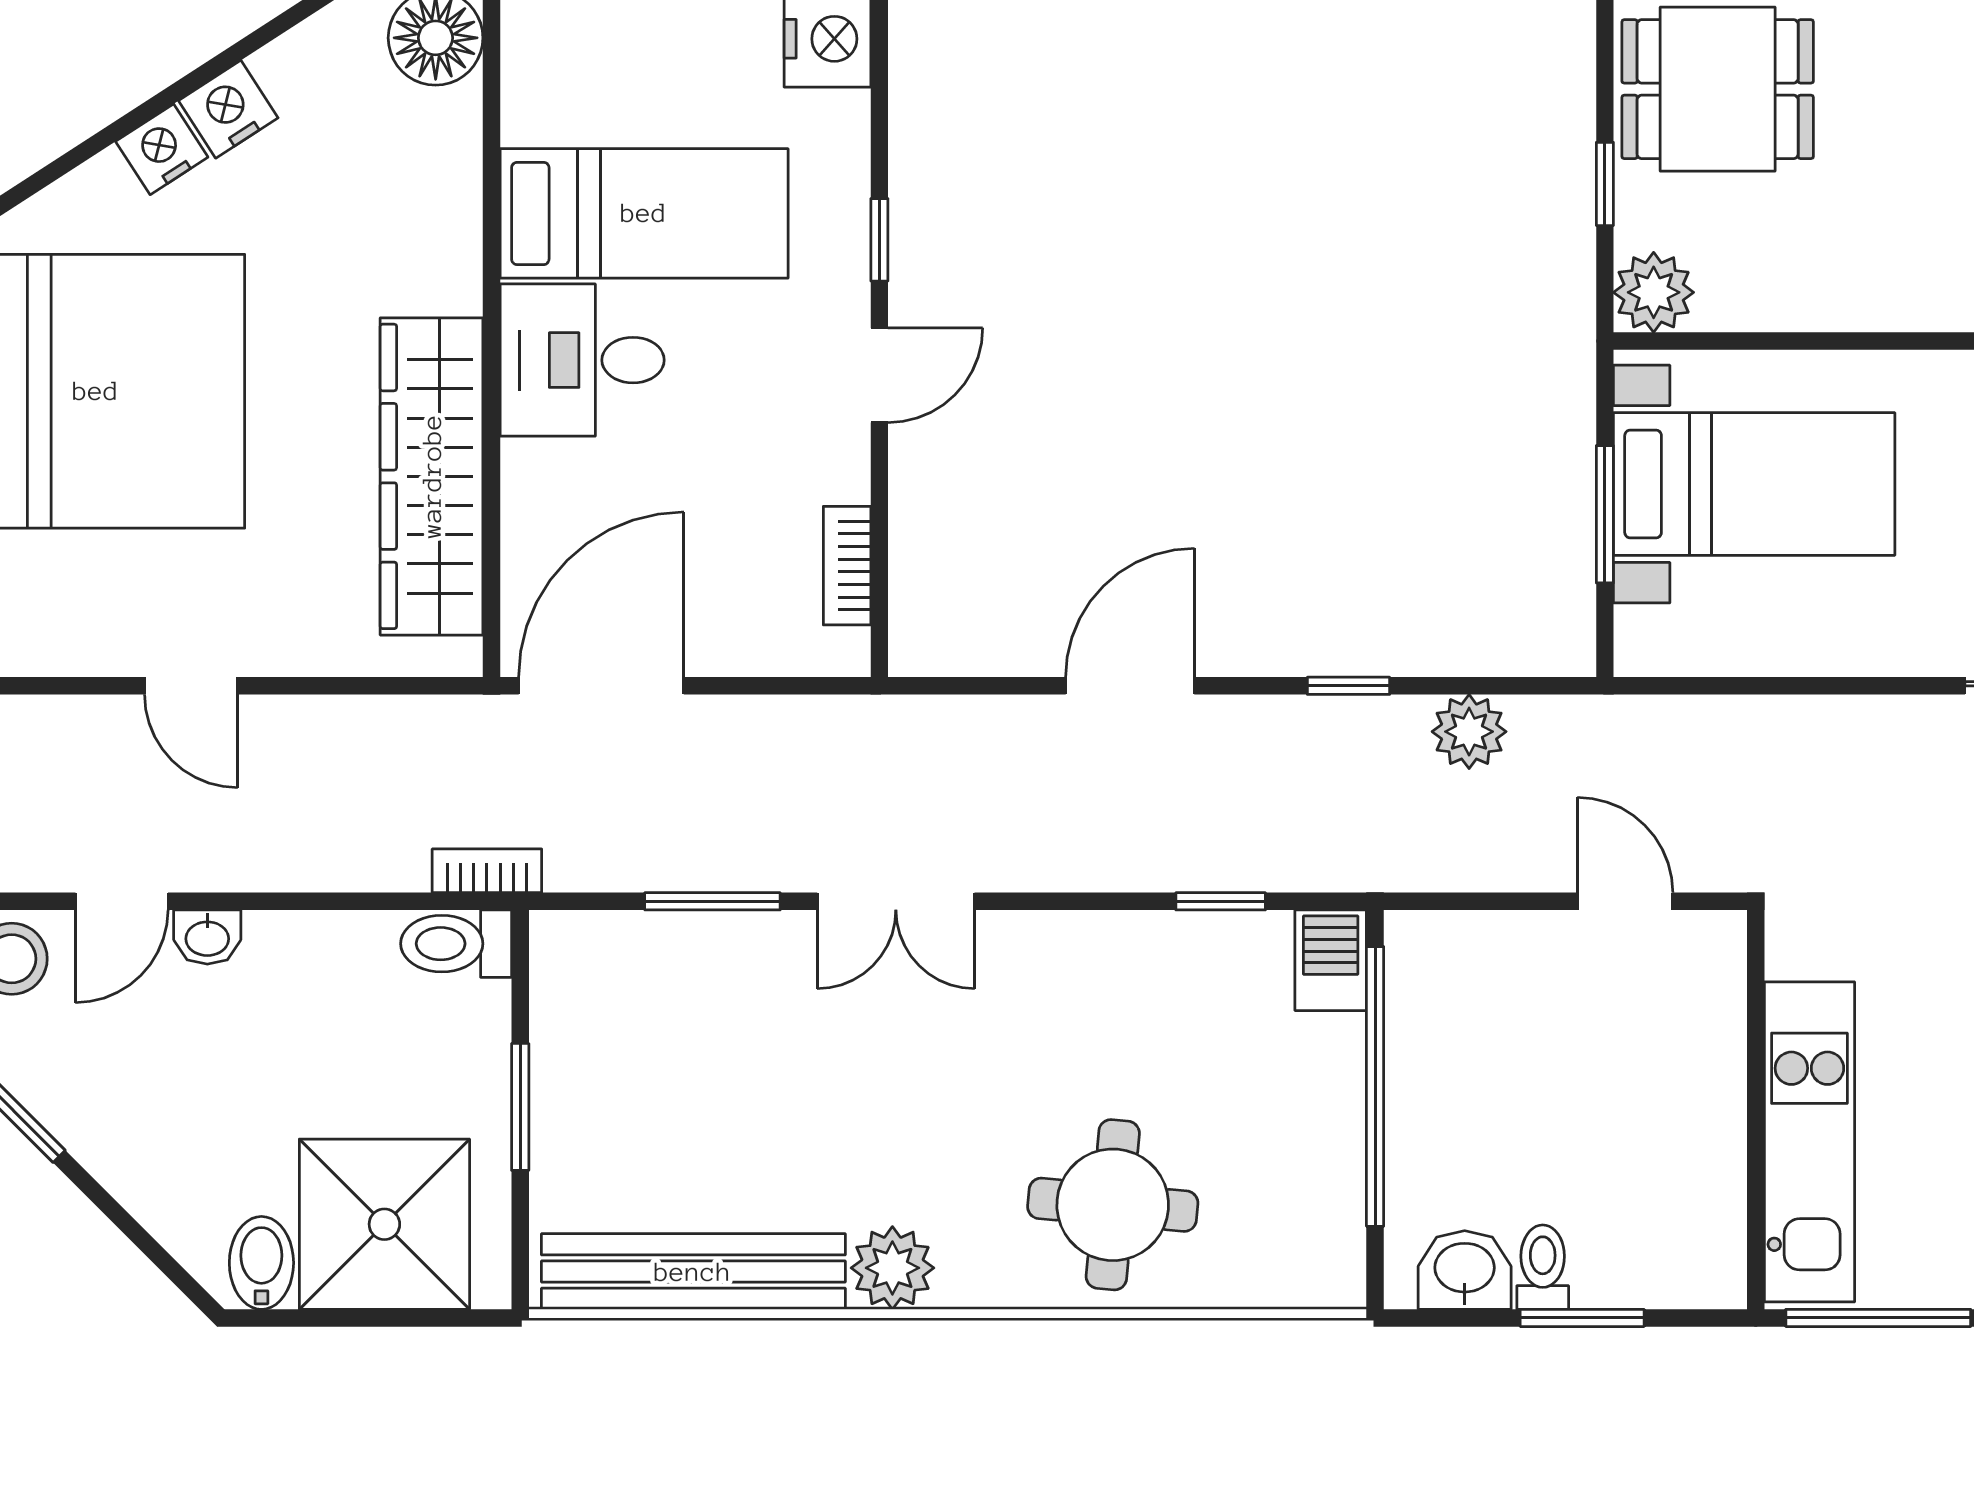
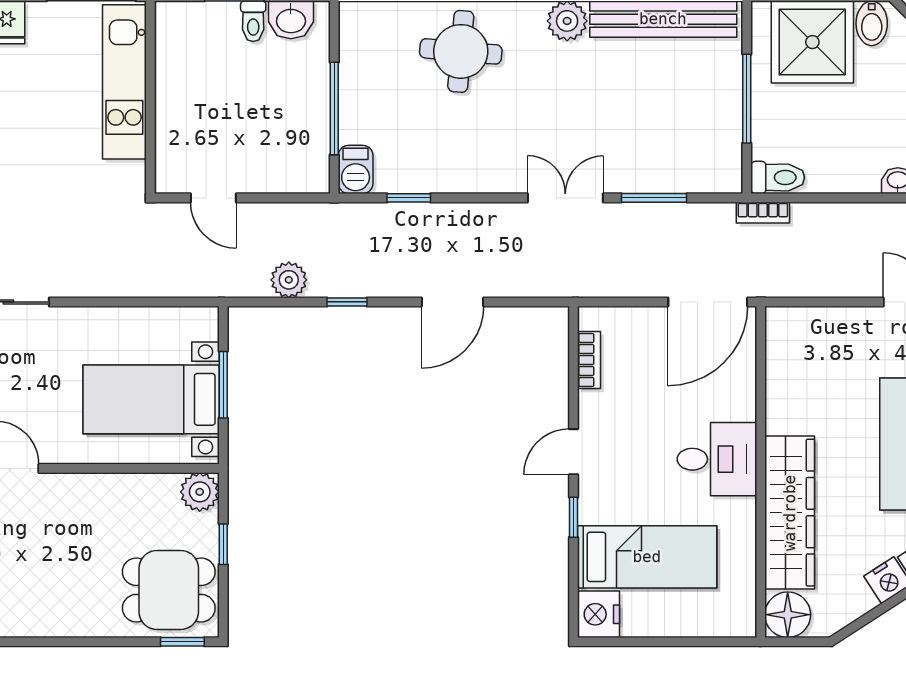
bed: (644, 213) -> (647, 557), moved, turned 180
wardrobe: (432, 476) -> (790, 513), moved
window: (1375, 1086) -> (334, 109), width x0.68
window: (520, 1107) -> (747, 99), width x1.44

